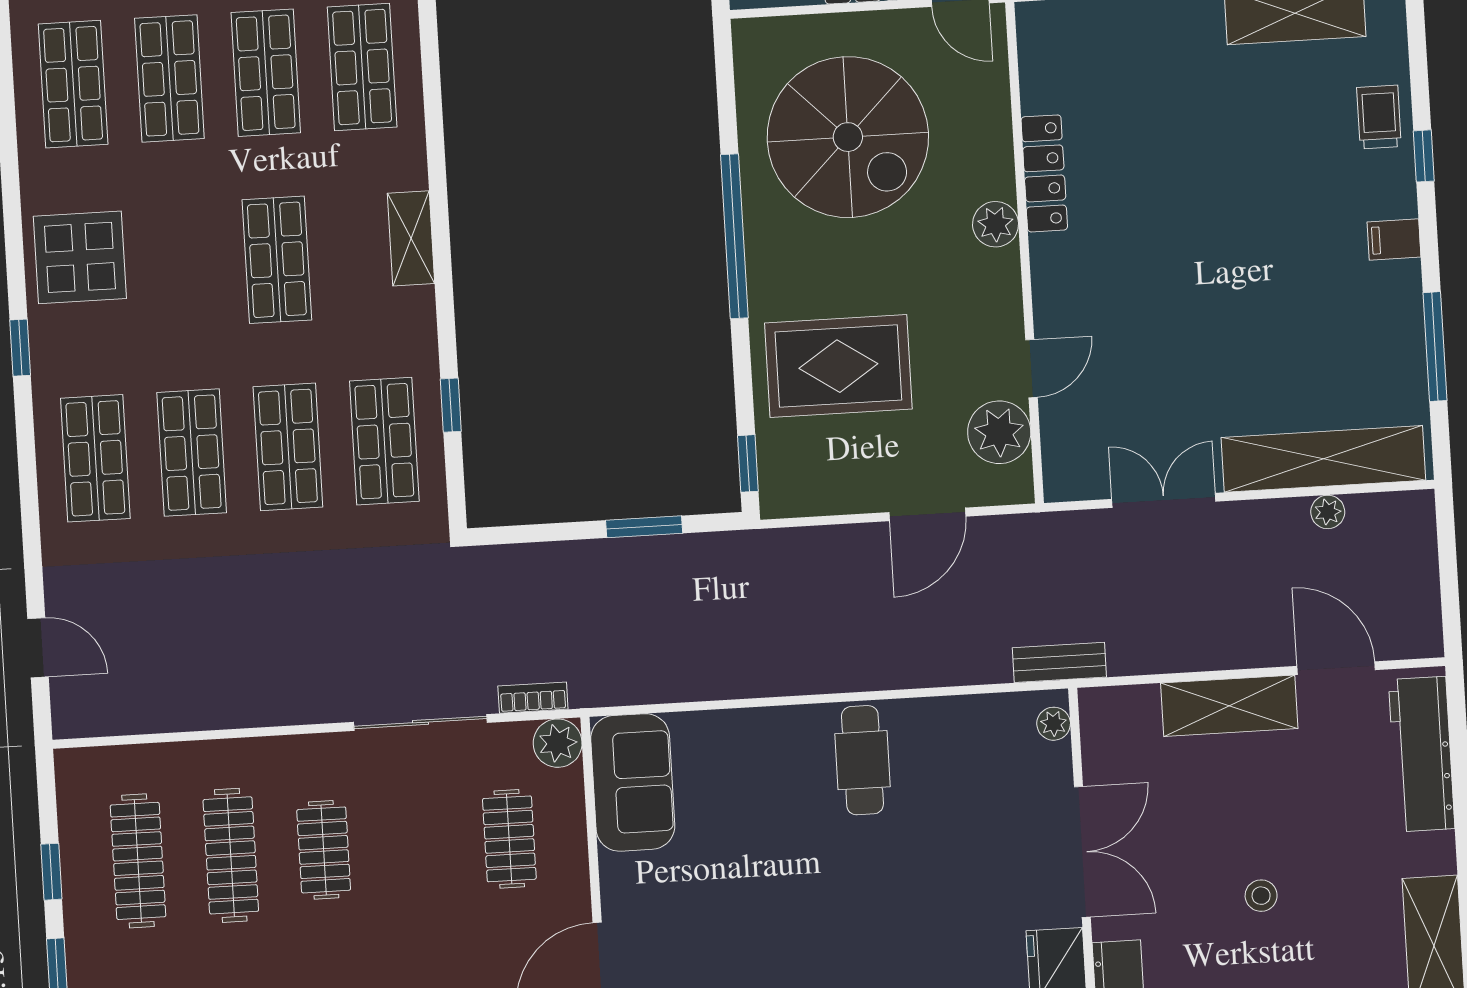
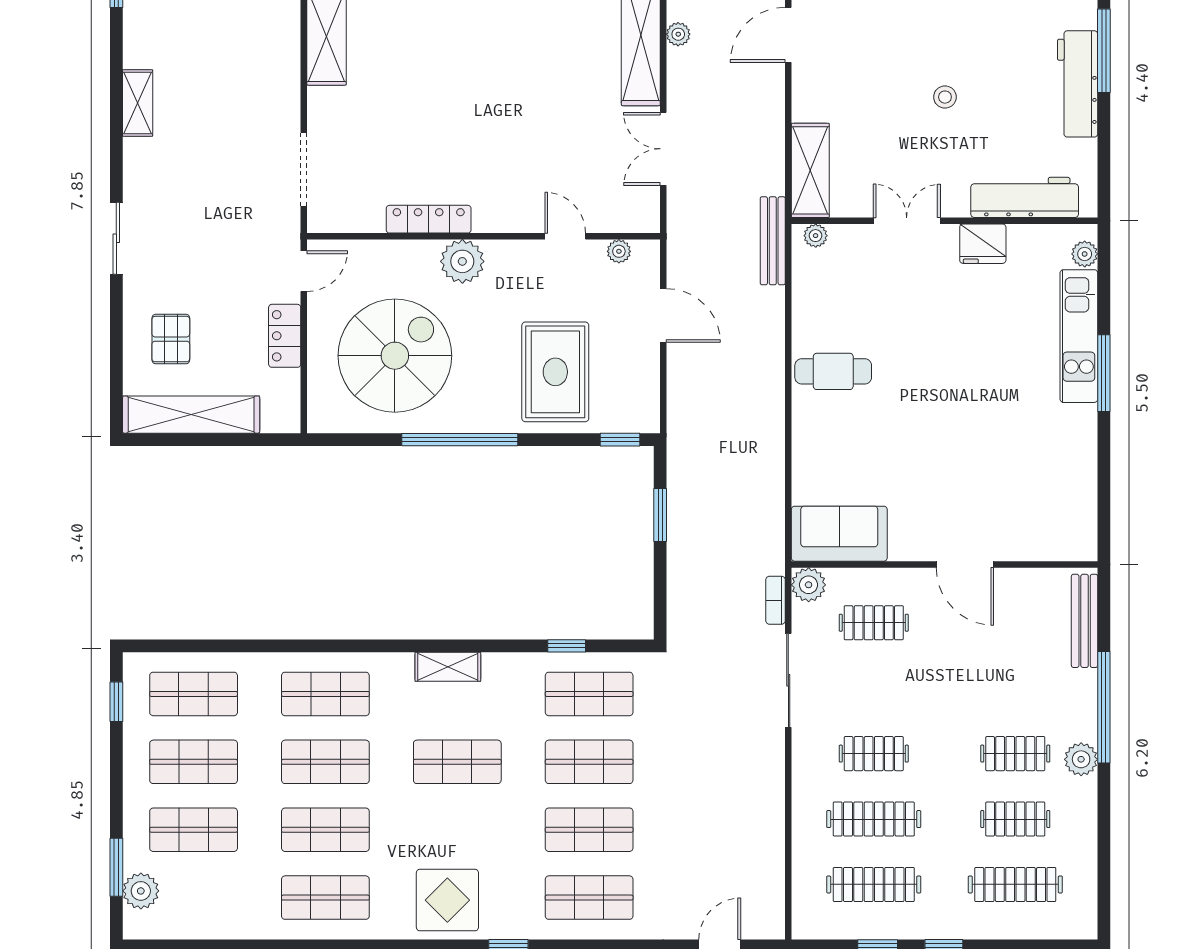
plant: (996, 224) -> (462, 261), width x1.36, depth x1.36
plant: (999, 432) -> (619, 251), width x0.53, depth x0.53
bench: (1059, 662) -> (773, 241), width x1.36
shelving: (1229, 706) -> (810, 170), moved
double door: (1082, 852) -> (907, 221), width x0.73

